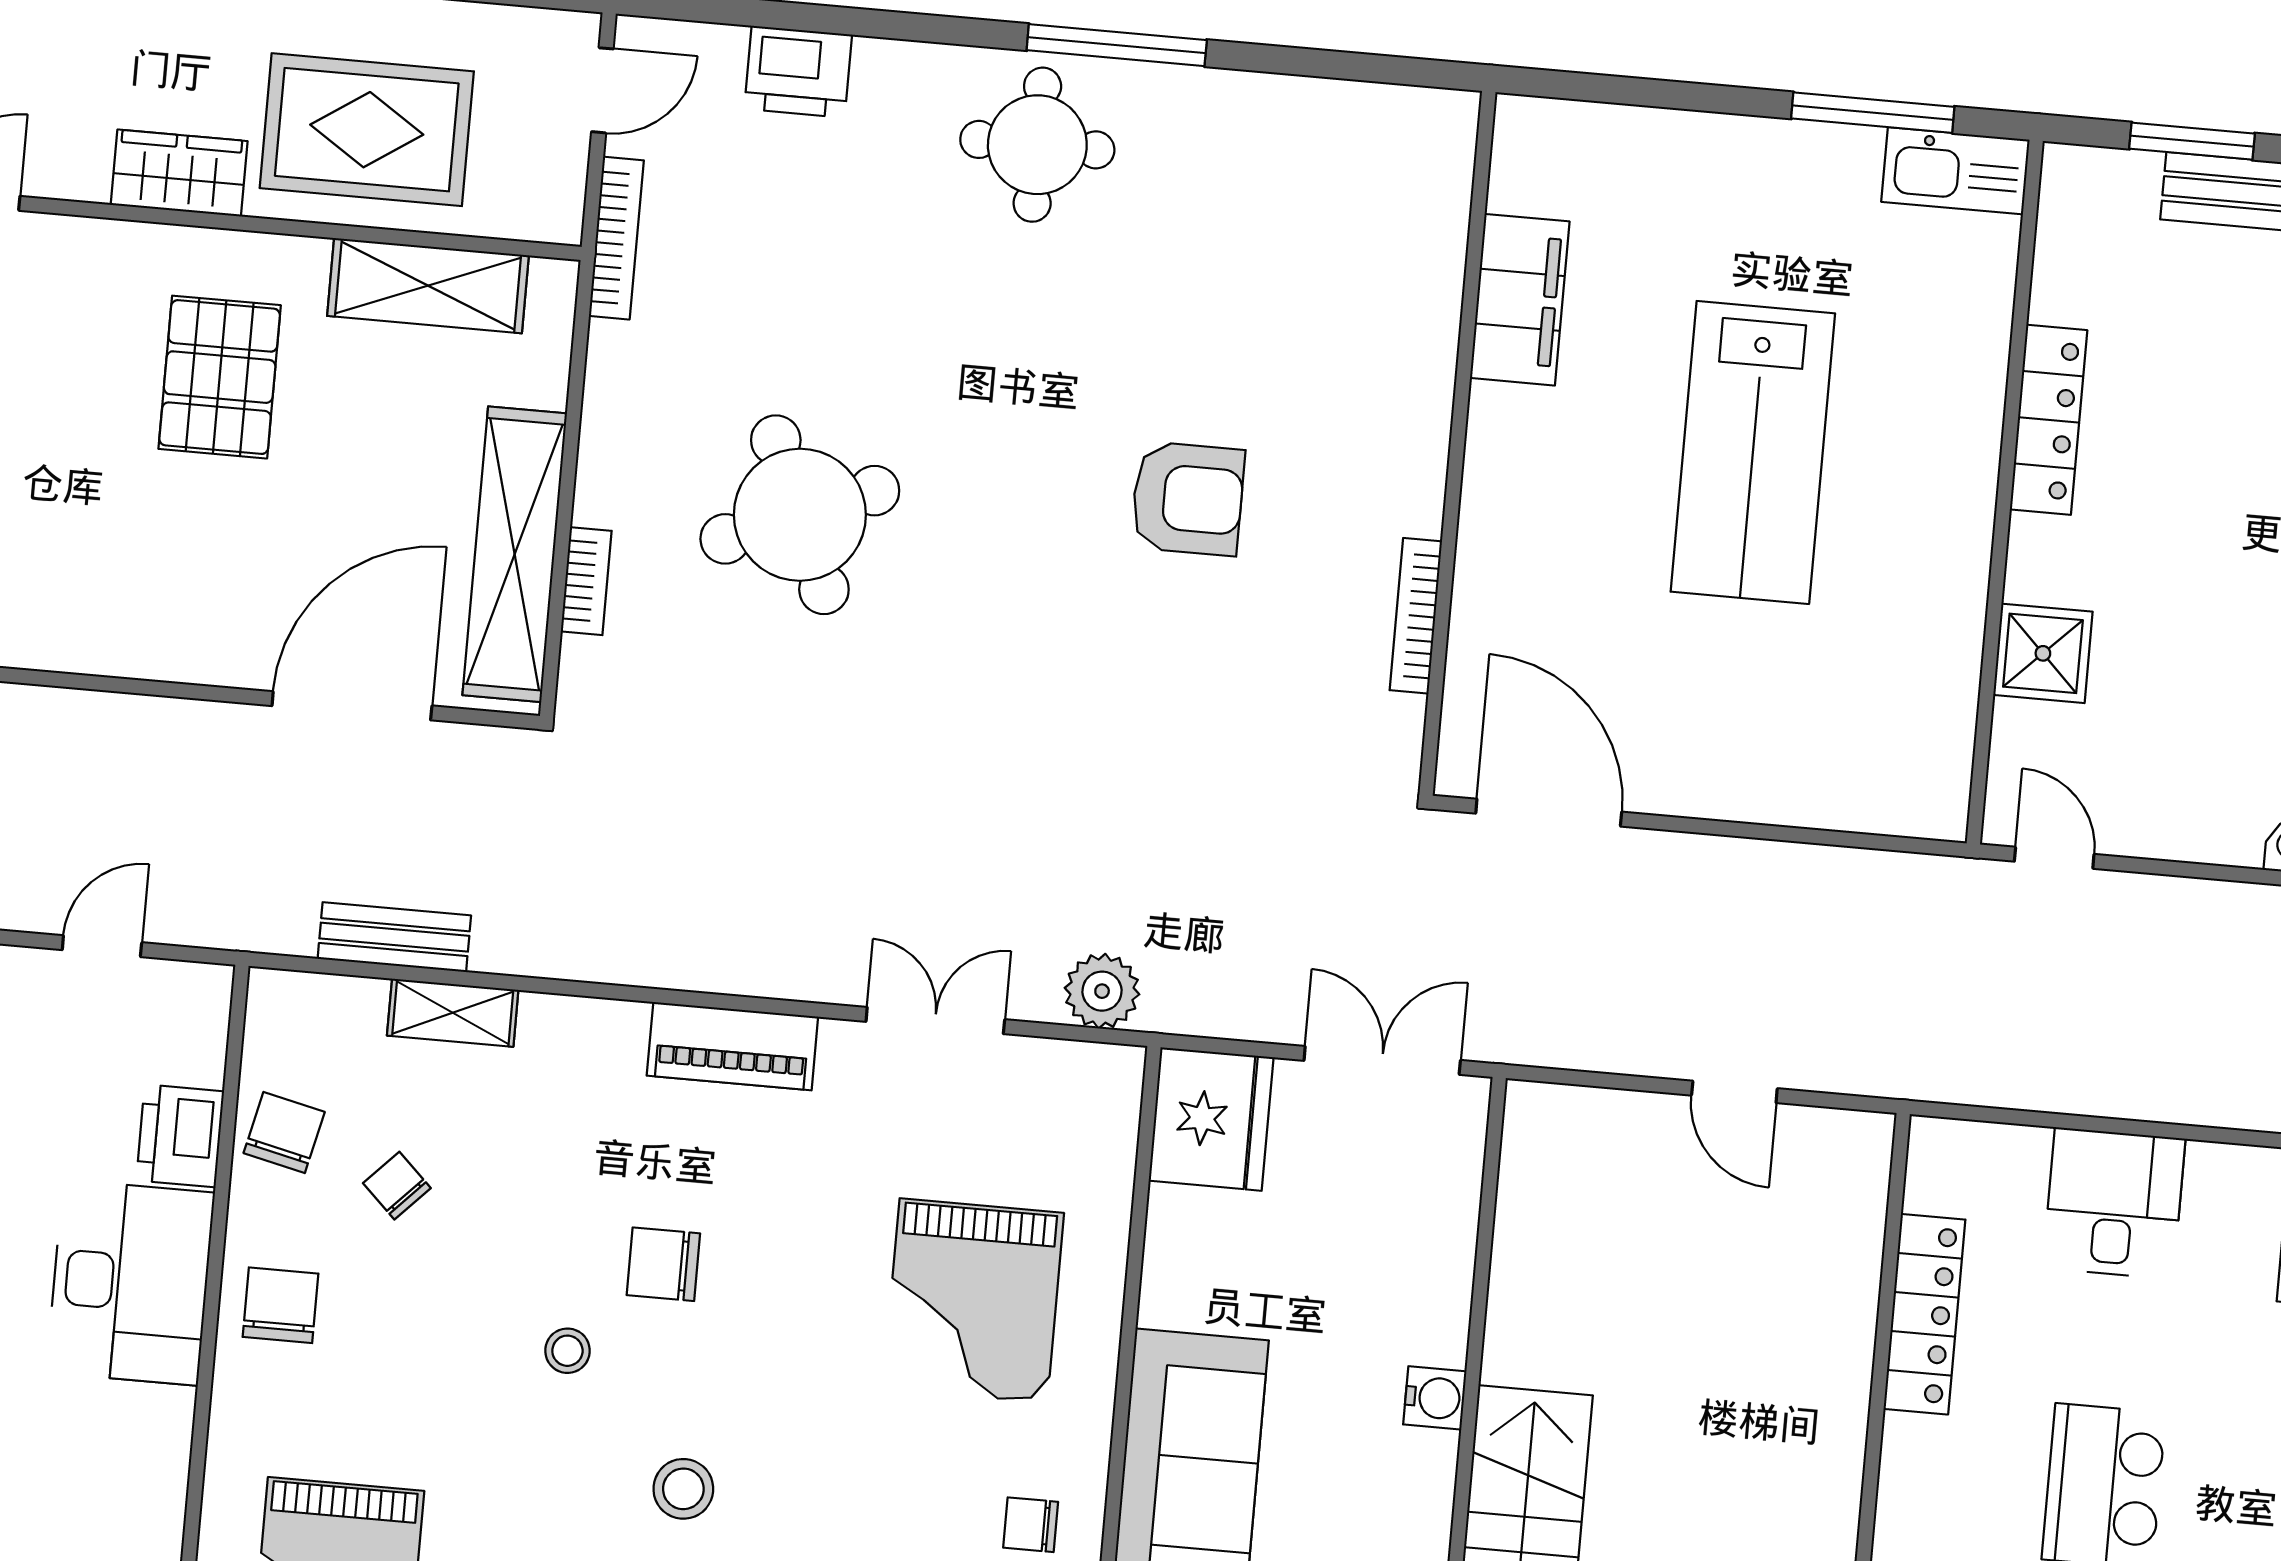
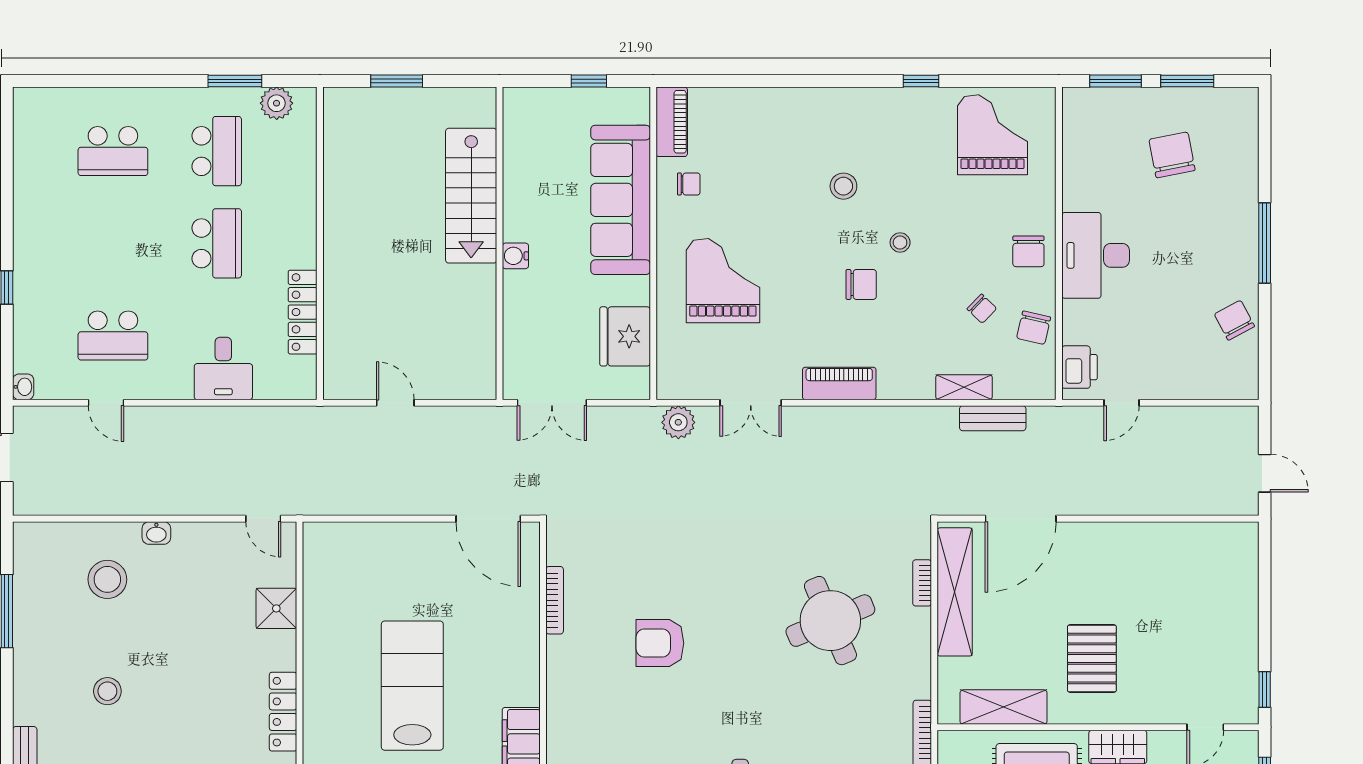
fridge: (1211, 1119) -> (625, 336), moved
printer: (180, 1136) -> (1079, 367), moved

